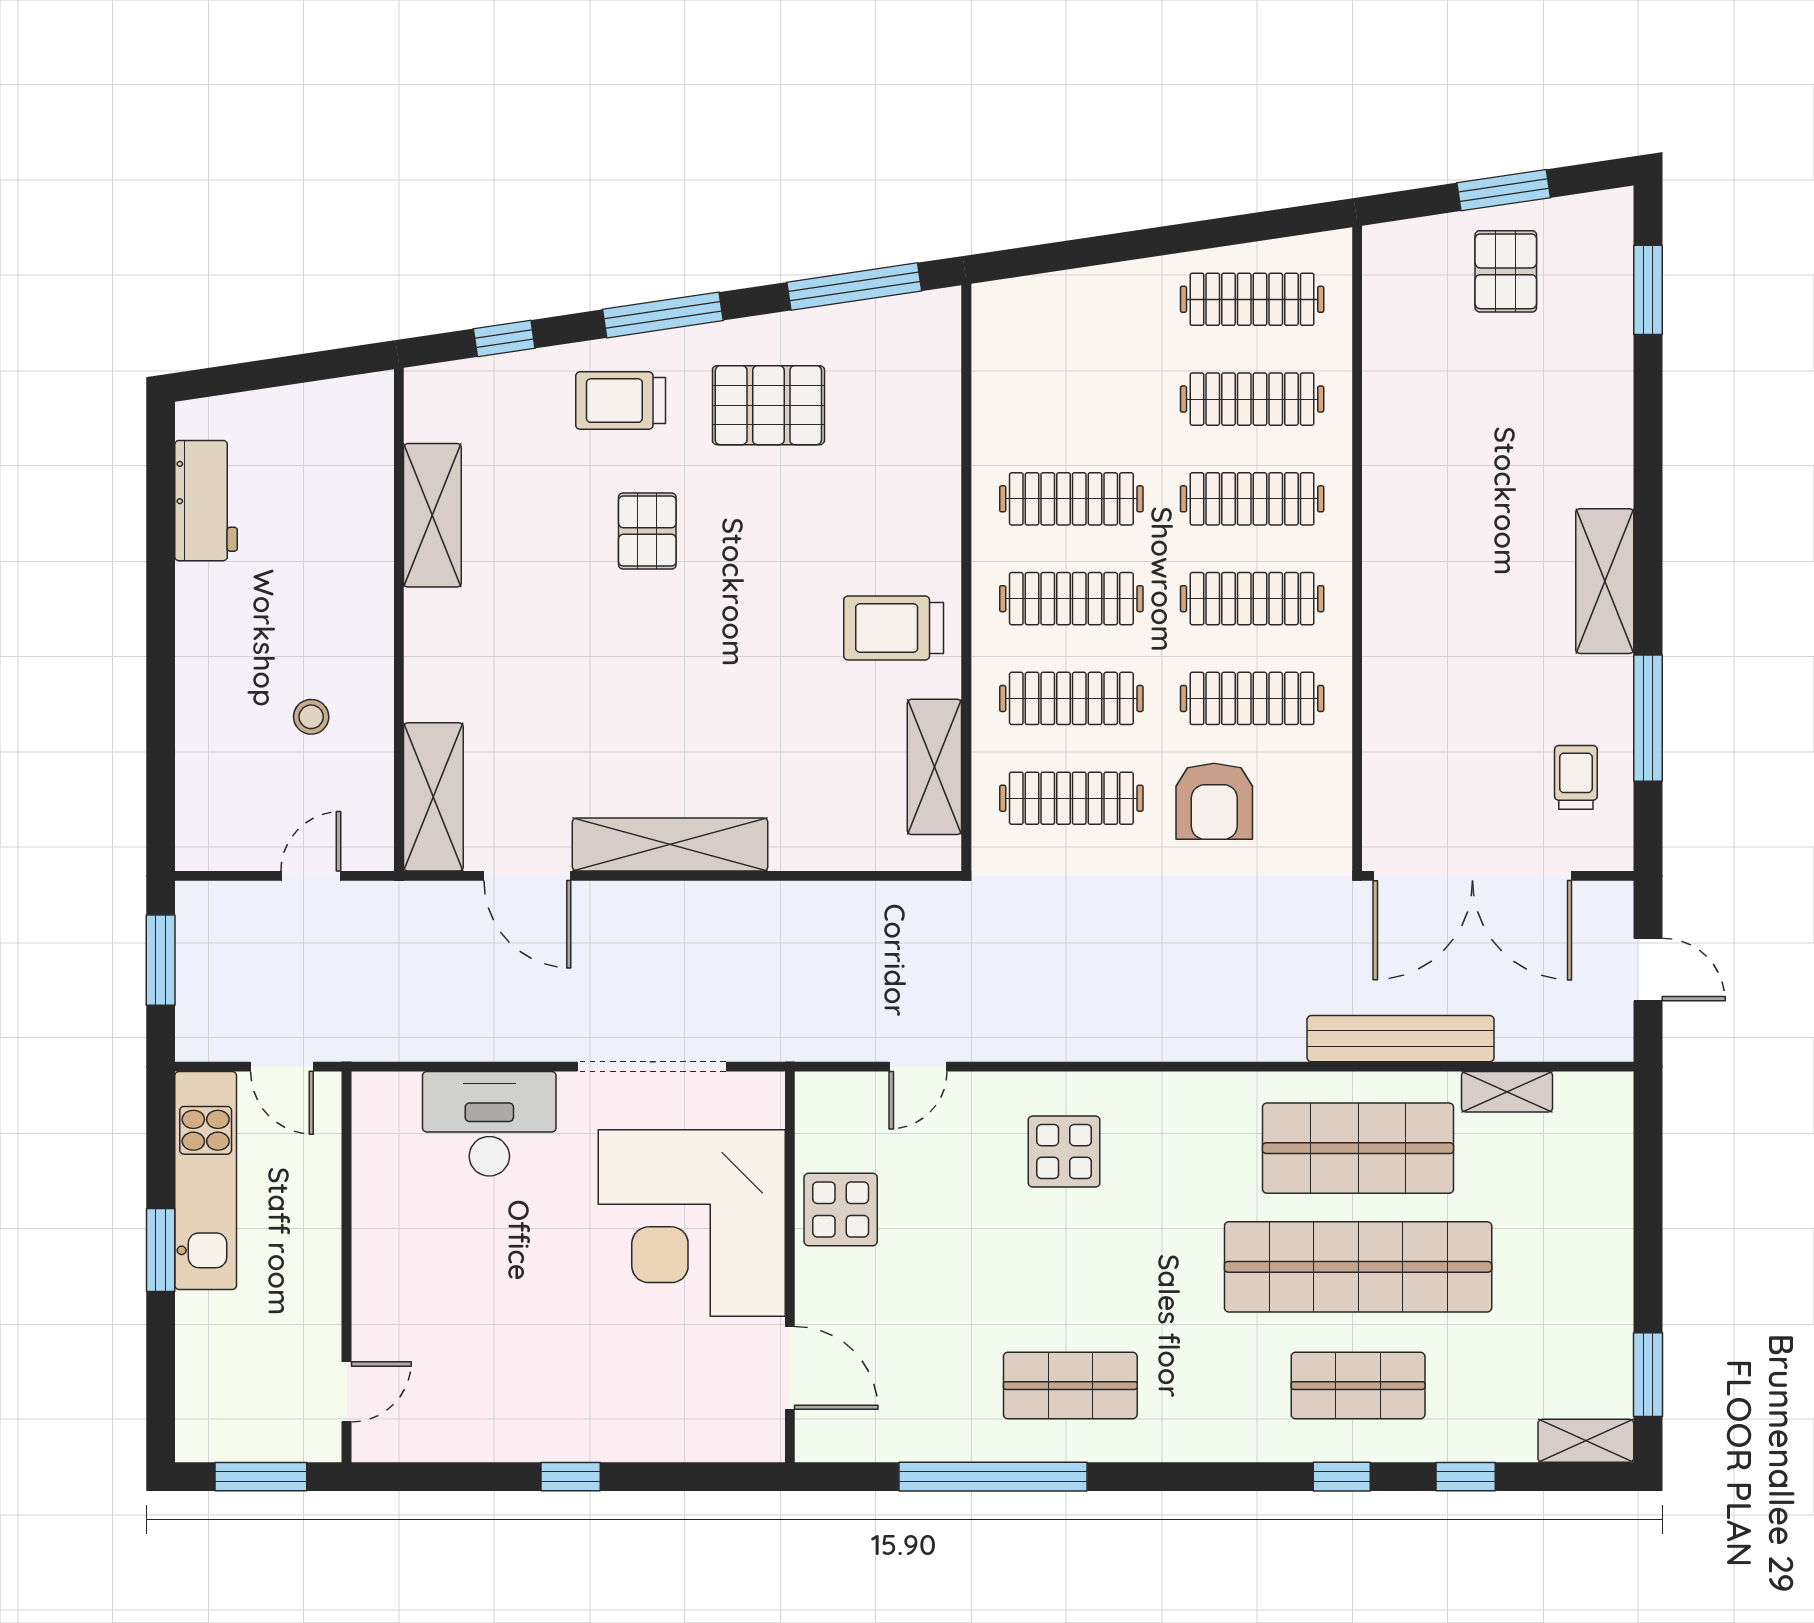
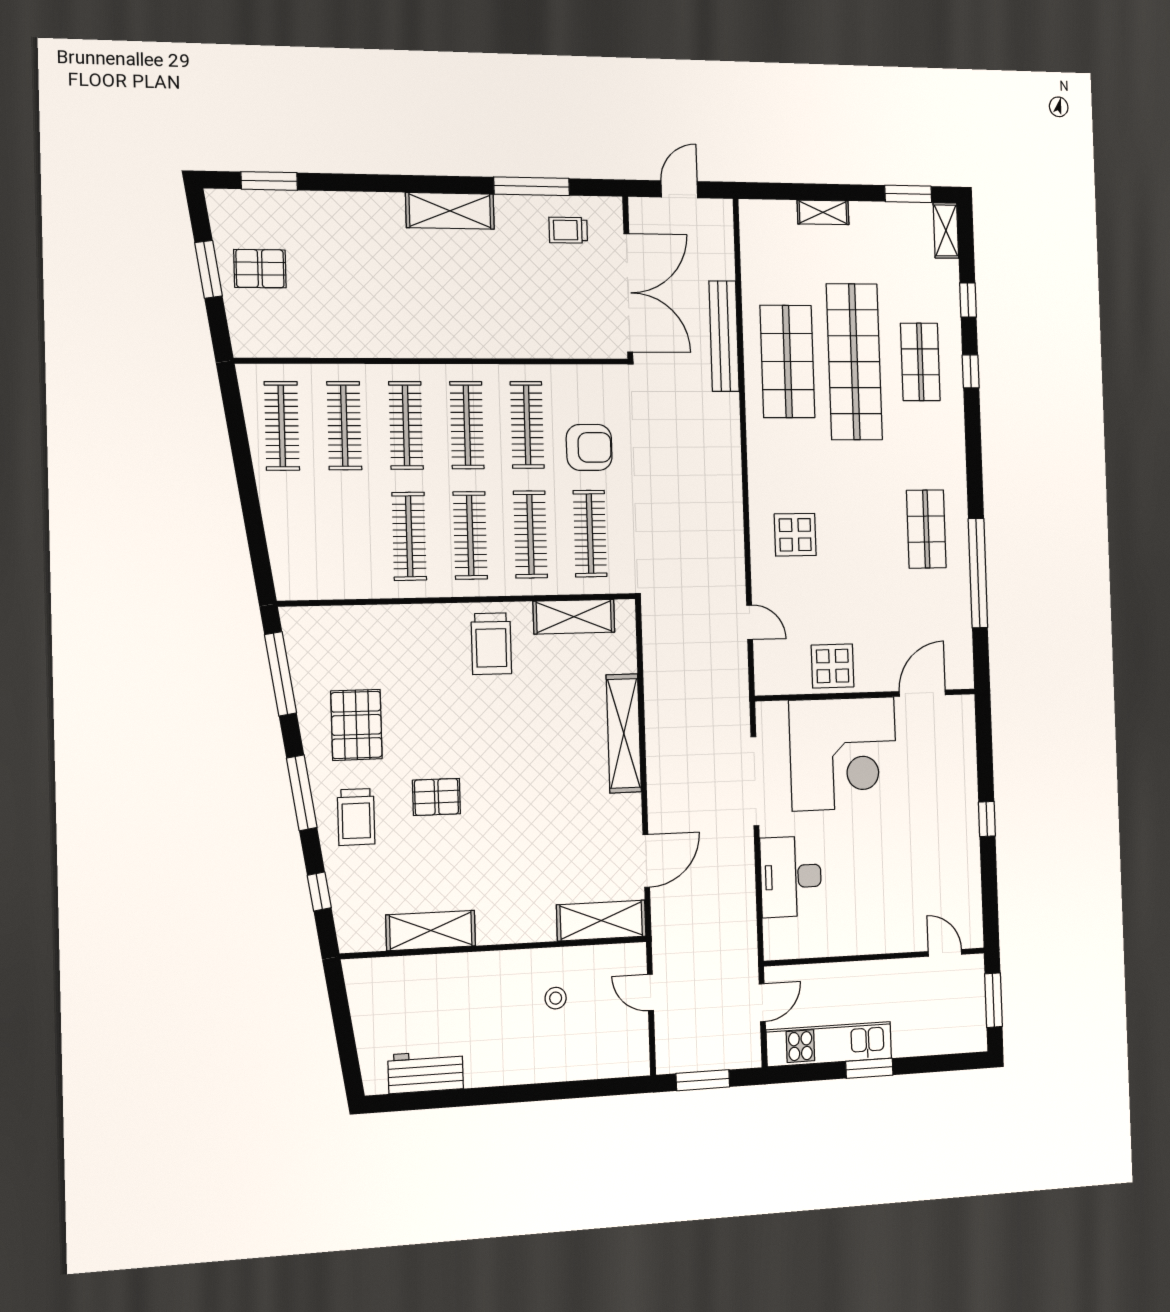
shelving: (670, 845) -> (624, 733), moved
shelving: (1507, 1092) -> (823, 212), moved, turned 90

